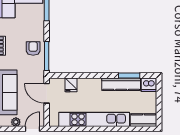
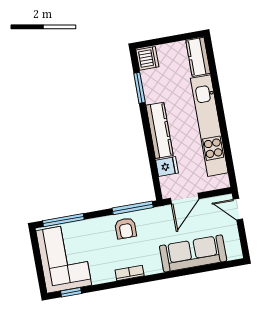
armchair: (33, 48) -> (126, 228), turned -90
kitchen counter: (121, 84) -> (159, 130), moved
plant: (16, 122) -> (232, 234), removed

